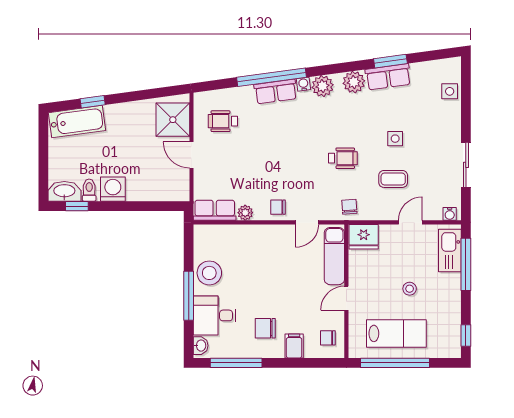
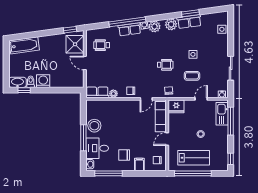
window: (93, 102) -> (70, 30), moved

